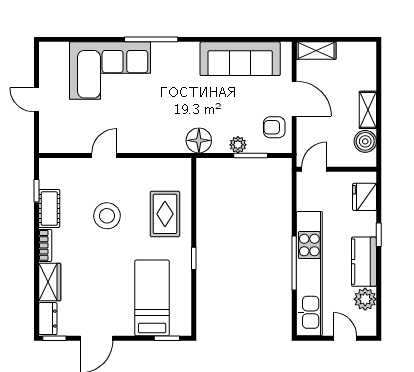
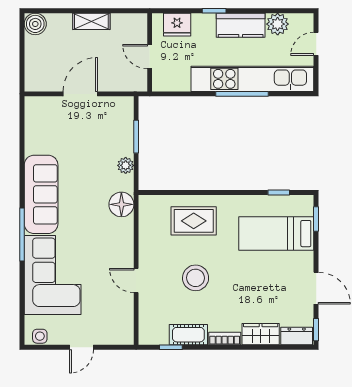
shelving: (316, 51) -> (33, 72), removed
side table: (48, 57) -> (40, 336), added
sofa: (240, 59) -> (41, 194), moved
armchair: (274, 127) -> (108, 113), removed
floor lamp: (199, 140) -> (121, 204), moved
boiler: (365, 141) -> (35, 24), moved
plant: (238, 145) -> (126, 165), moved
door: (314, 169) -> (150, 57), moved
window: (194, 258) -> (279, 192), moved

